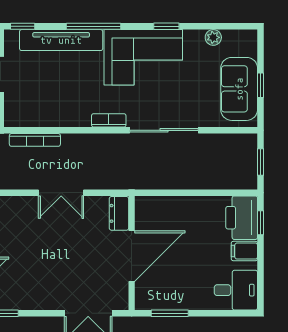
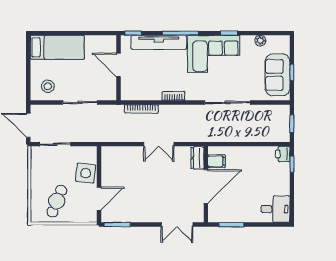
bookcase: (109, 120) -> (173, 96), moved
printer: (242, 218) -> (283, 154), width x0.53, depth x0.68
filing cabinet: (244, 251) -> (217, 161), moved, turned 180

